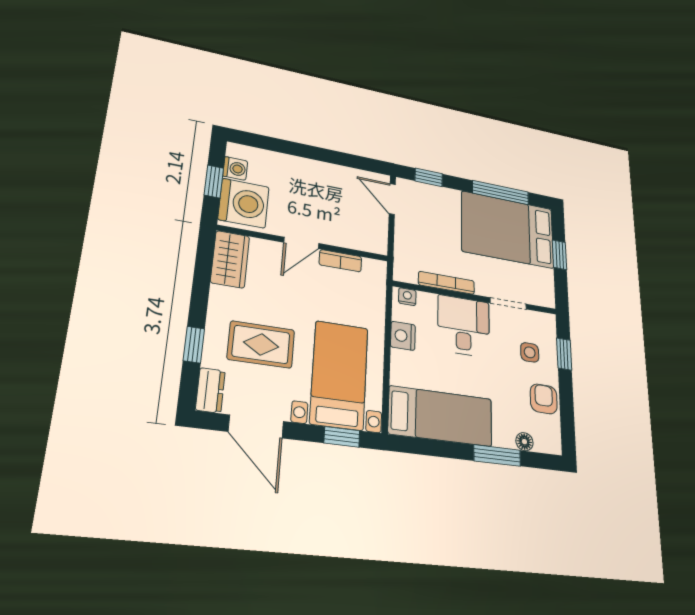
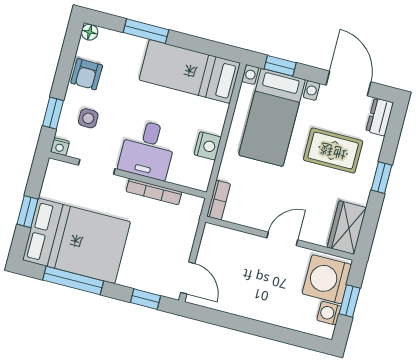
bookcase: (340, 261) -> (219, 200), moved, turned 90
nightstand: (407, 297) -> (60, 147), moved
window: (194, 345) -> (381, 178), moved
floor lamp: (524, 442) -> (90, 32), moved

